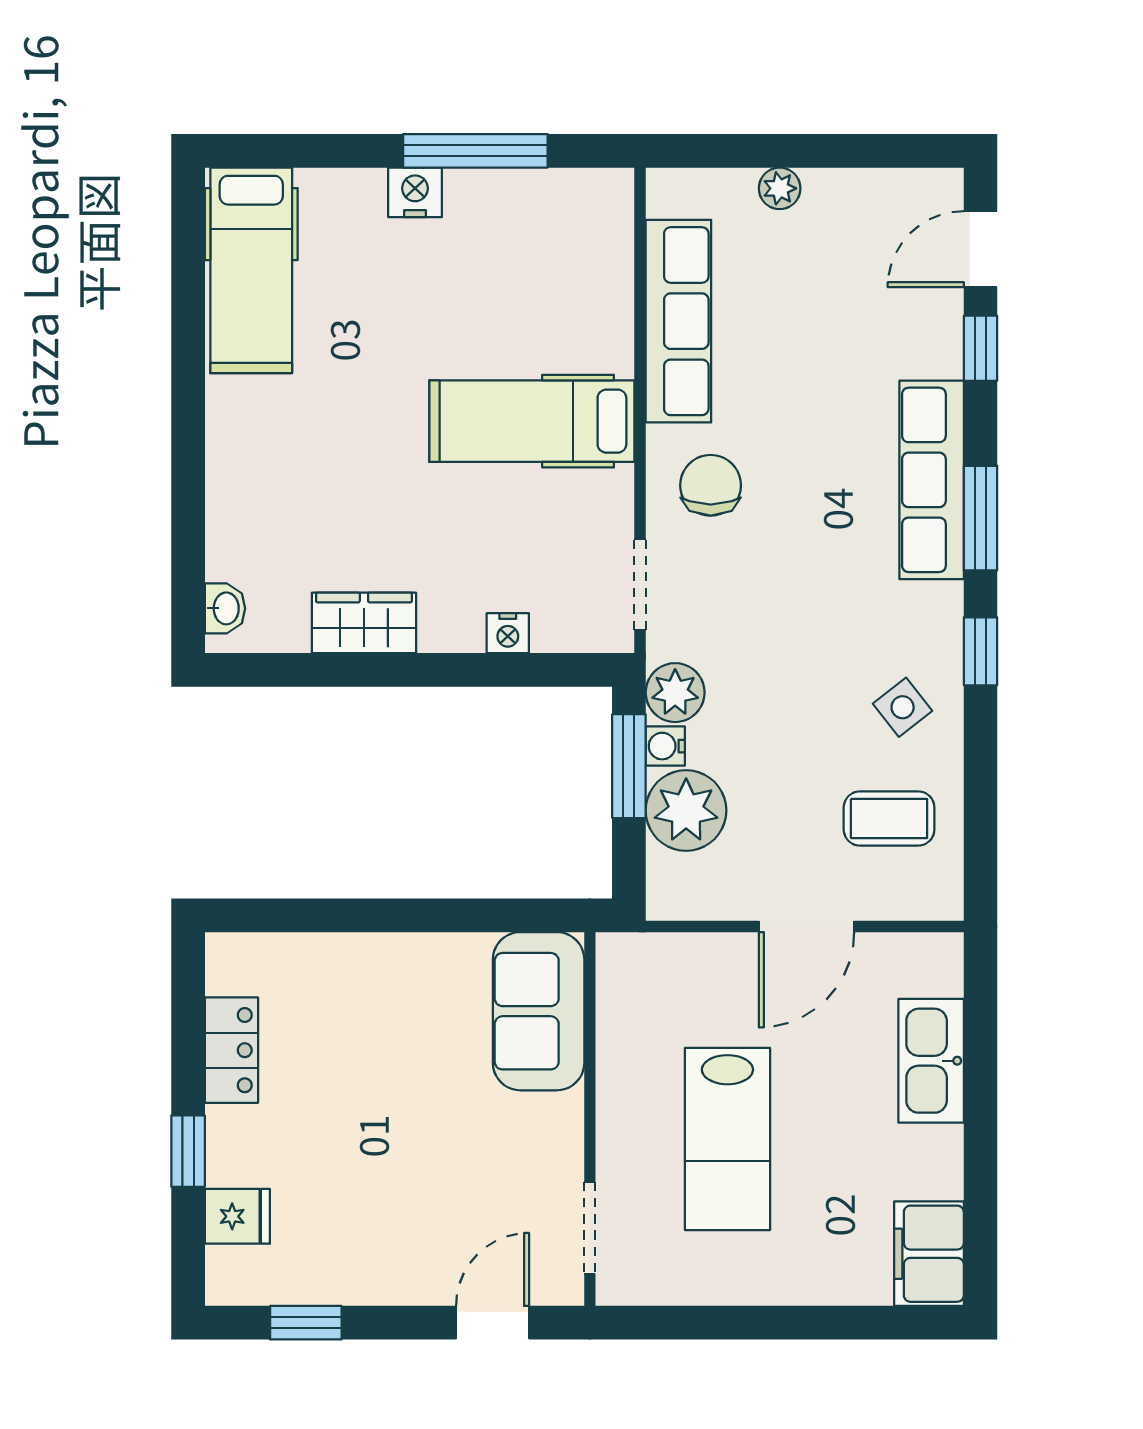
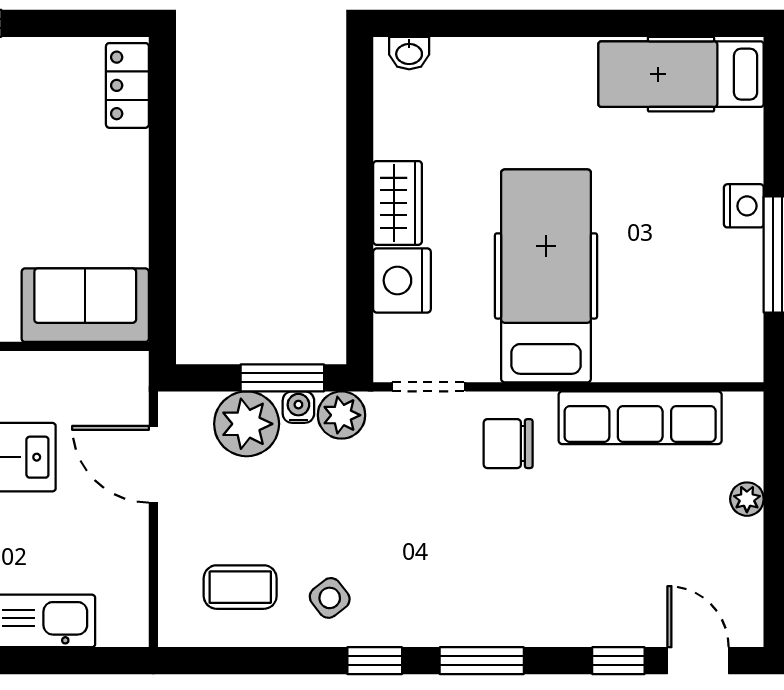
hospital bed: (532, 421) -> (546, 276), width x1.37, depth x1.29
row of seats: (932, 480) -> (512, 621), removed
chair: (711, 485) -> (508, 444), turned 180
wardrobe: (364, 623) -> (398, 203), moved
nightstand: (508, 633) -> (402, 280), width x1.89, depth x1.79
coffee table: (889, 819) -> (240, 587), turned 90
door: (807, 927) -> (153, 464), moved
locker: (231, 1050) -> (127, 85), moved, turned 90

